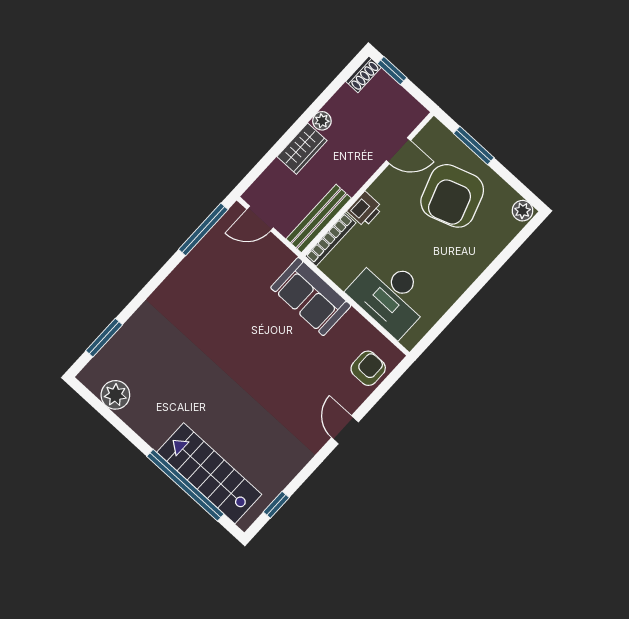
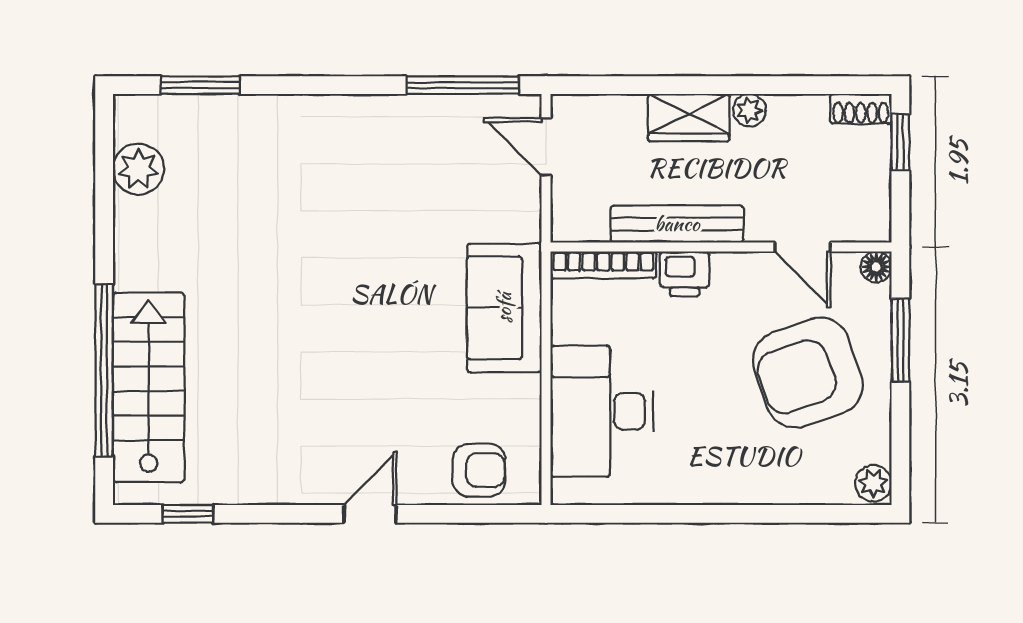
floor lamp: (434, 128) -> (876, 267), added
bench: (319, 218) -> (677, 224), moved

